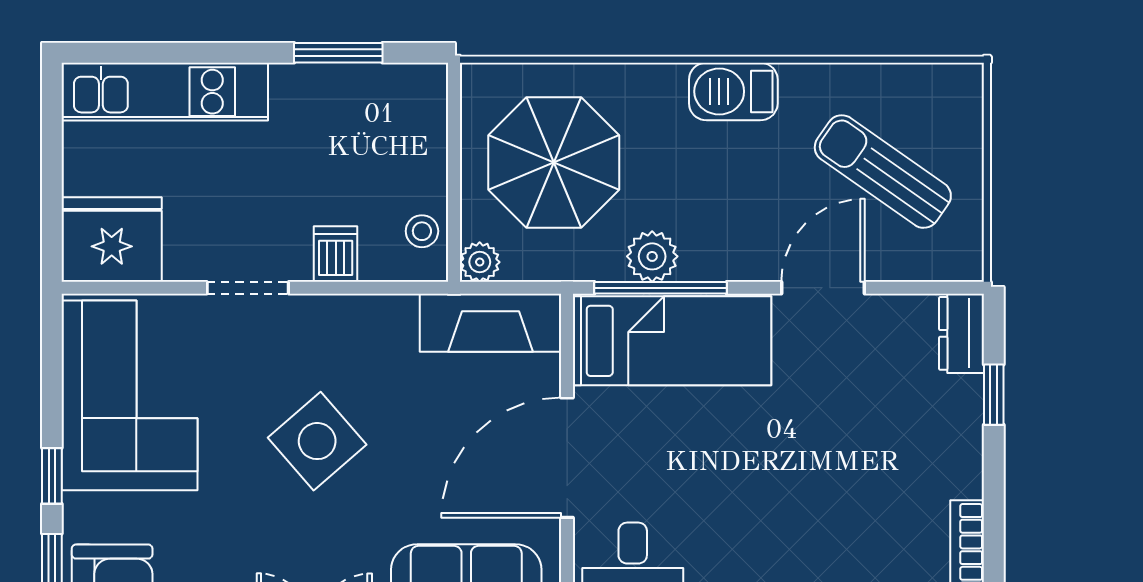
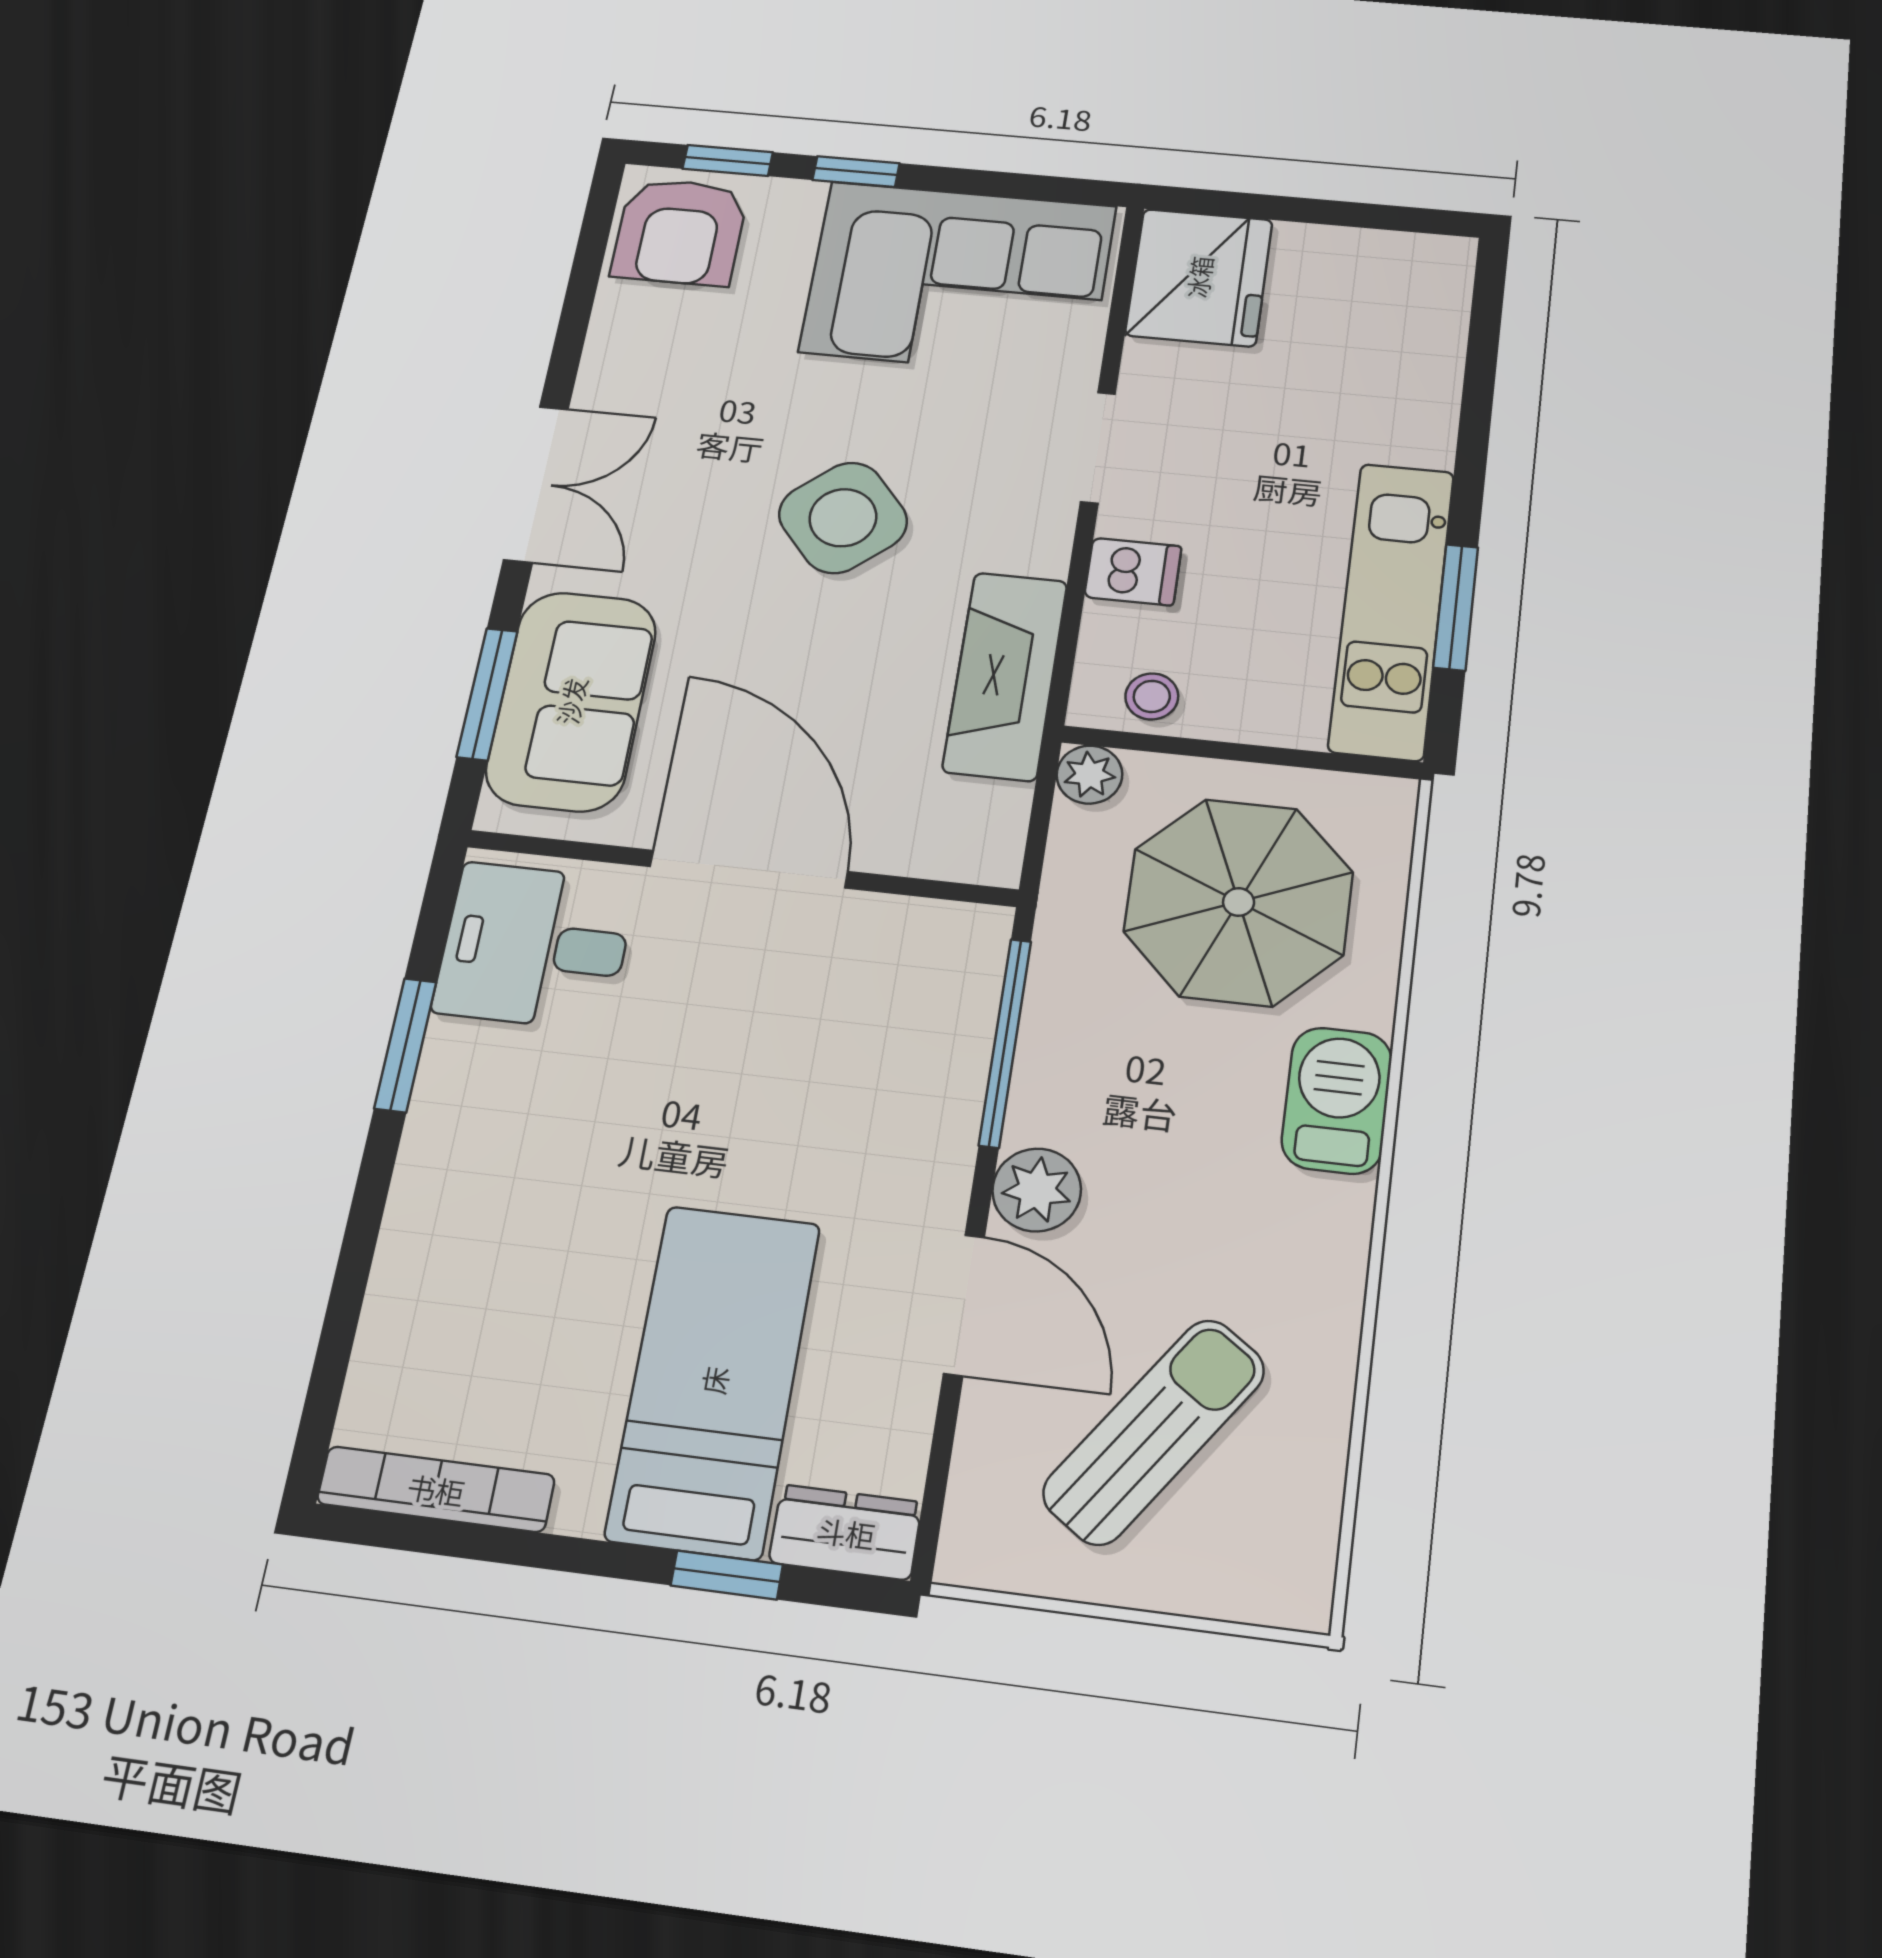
barbecue: (733, 91) -> (1337, 1100), moved
kitchen unit: (165, 92) -> (1392, 610), moved
plant: (652, 256) -> (1037, 1190), moved
fireplace: (491, 323) -> (1005, 676), moved
bed: (672, 341) -> (714, 1380), moved, turned 180

